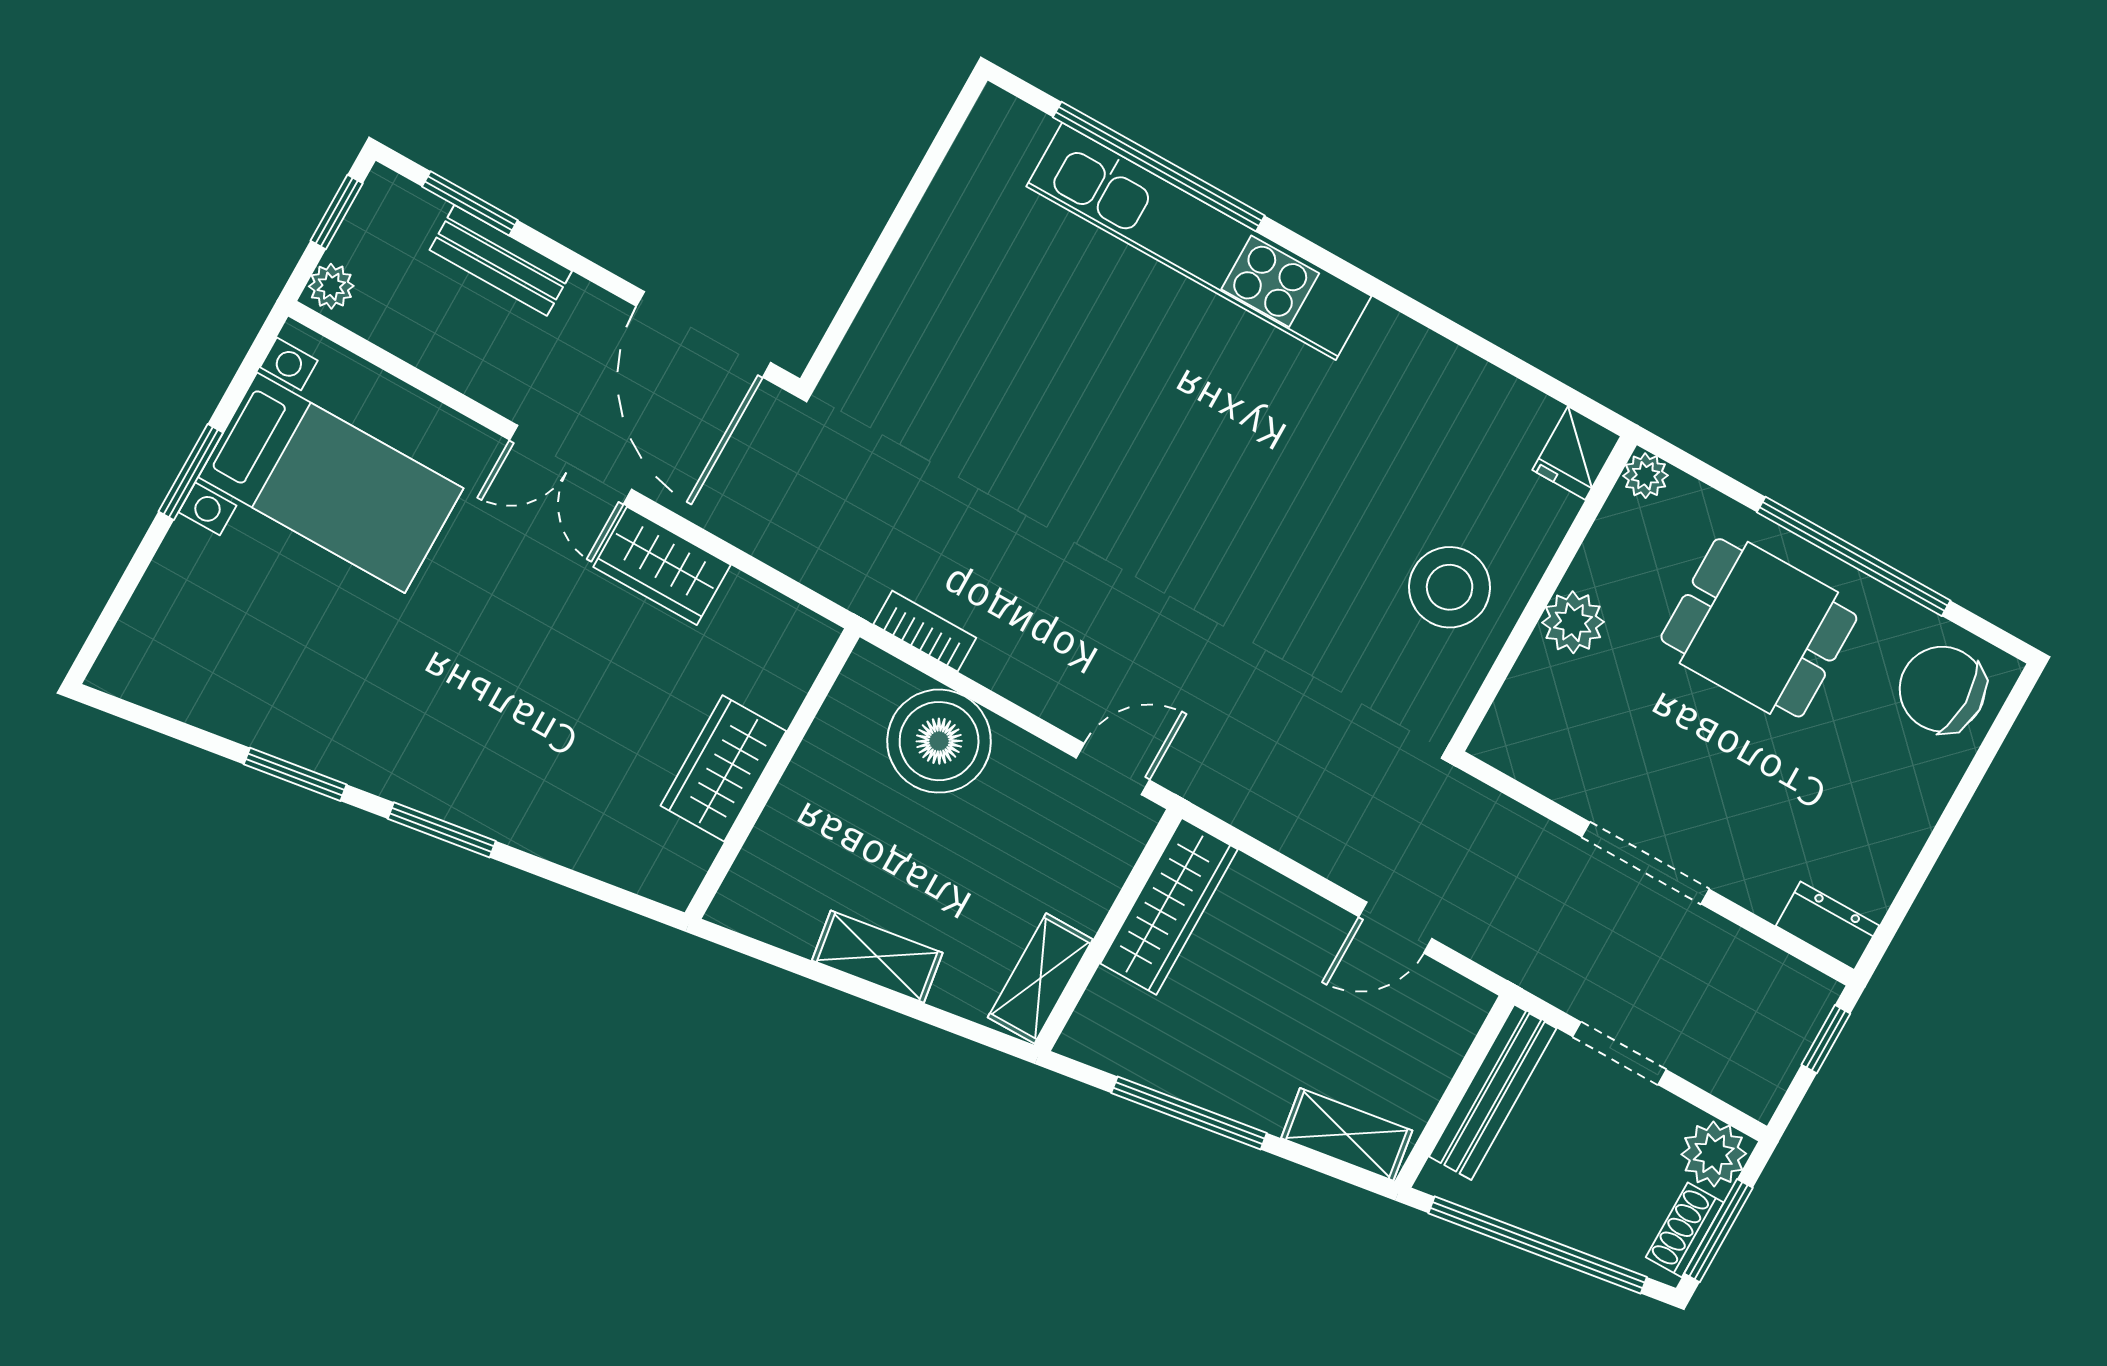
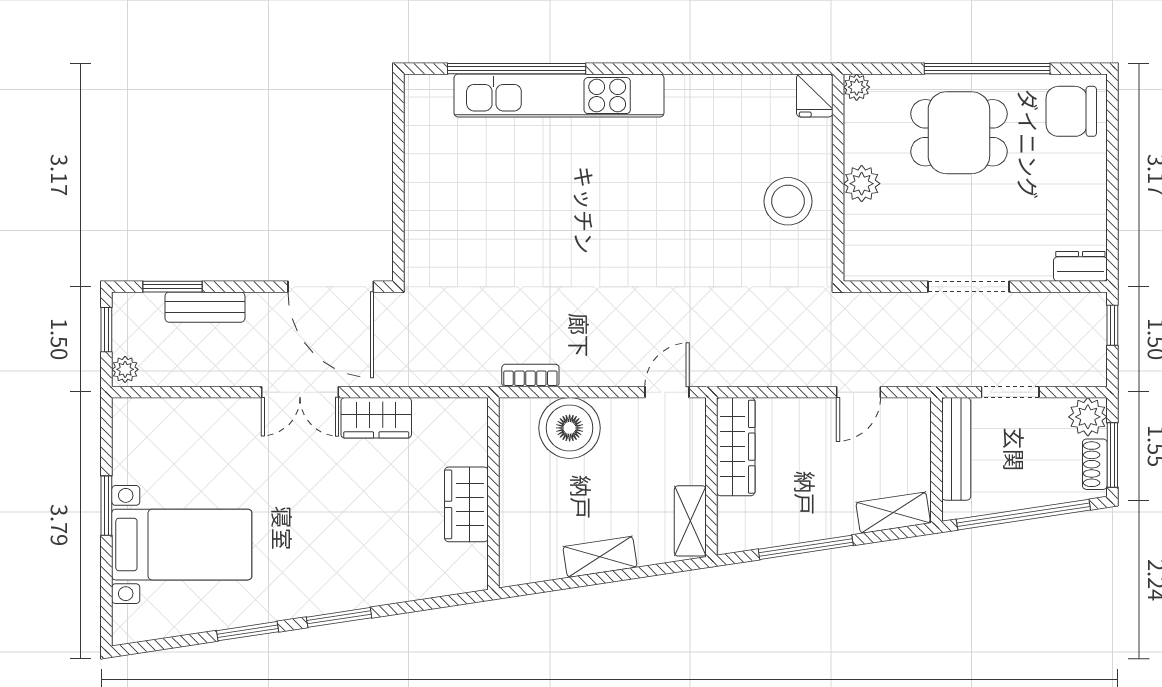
bed with nightstands: (331, 483) -> (182, 545), moved

